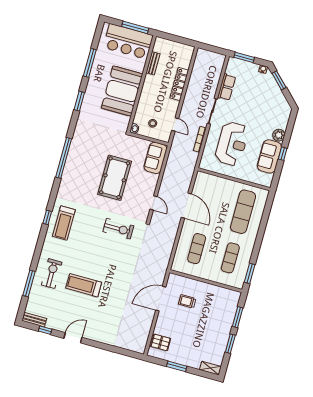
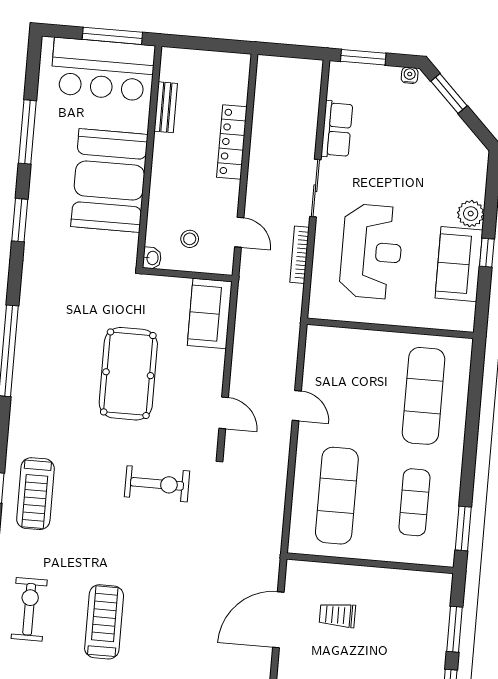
door: (186, 206) -> (297, 406), width x0.53
exercise mat: (197, 249) -> (337, 496), width x1.36, depth x1.45
treadmill: (84, 285) -> (104, 622), turned 90

